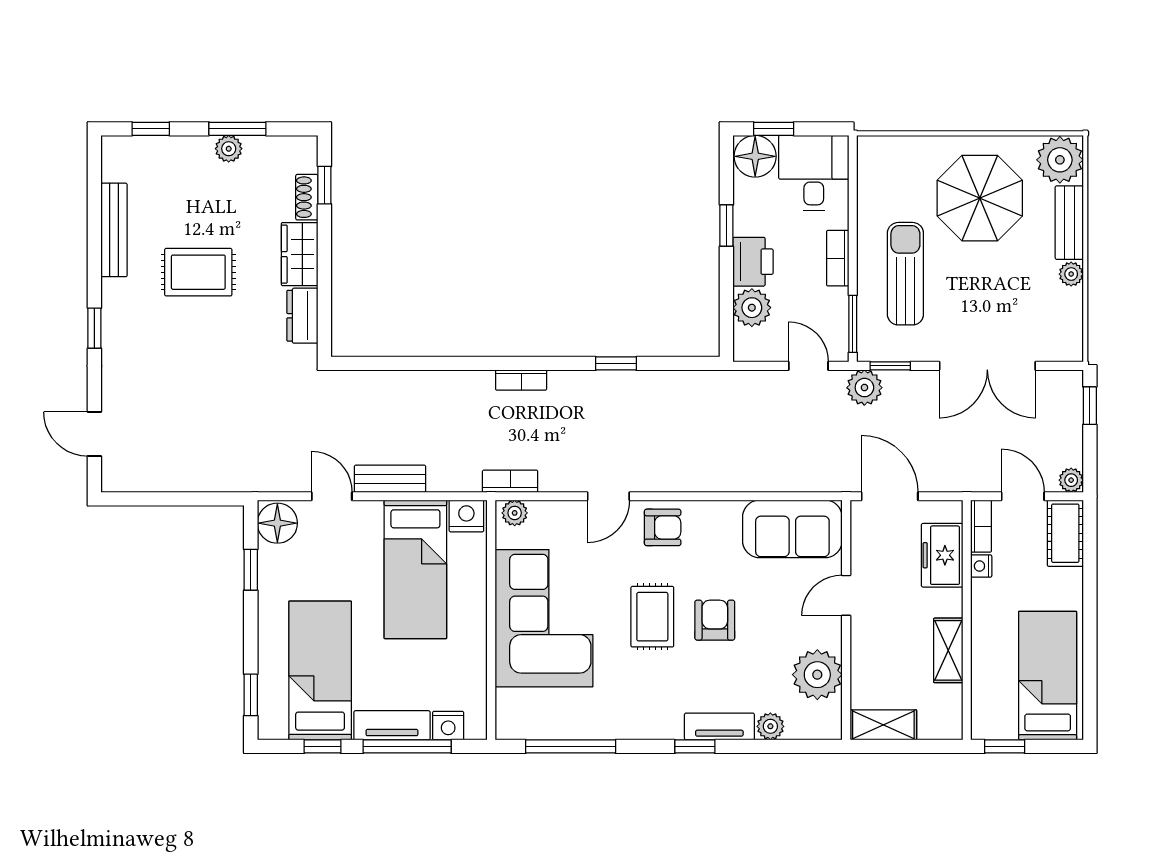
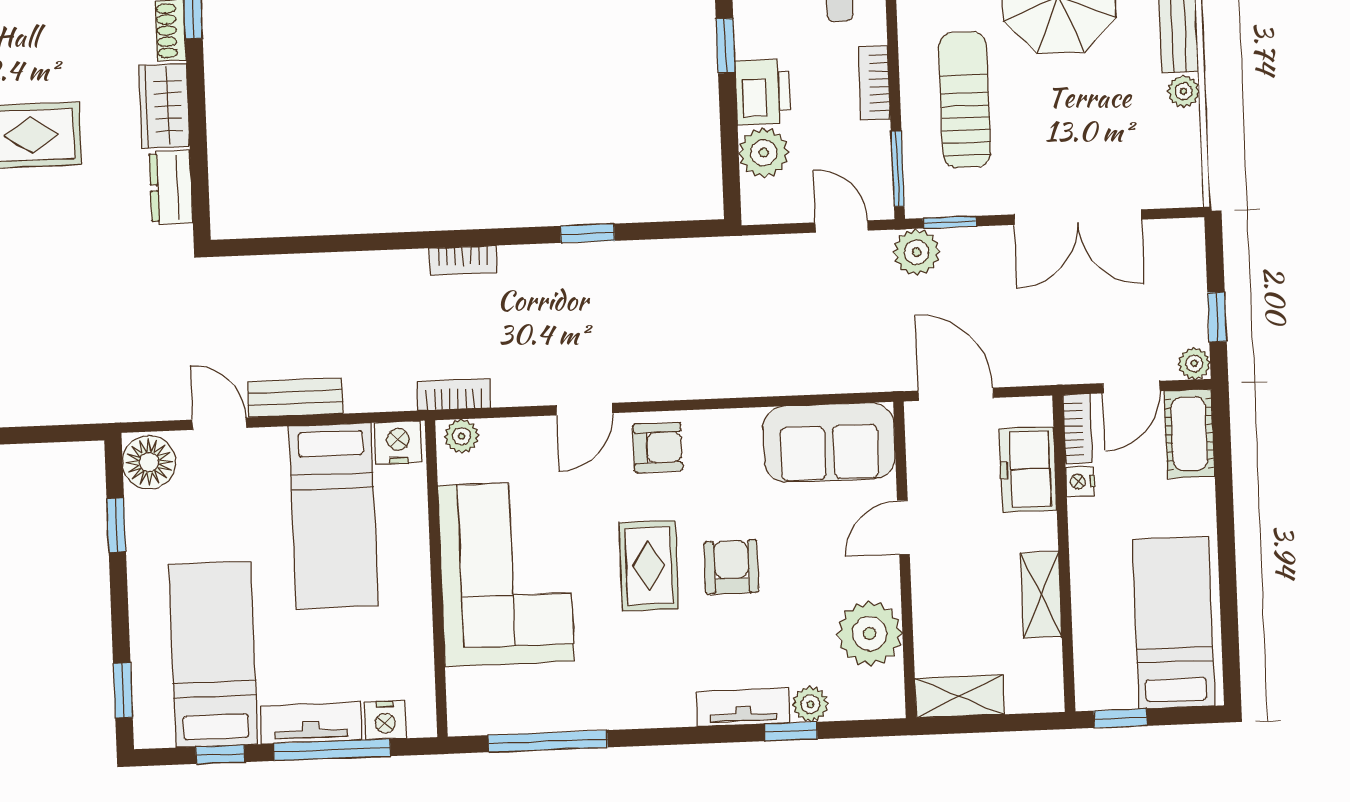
window: (1090, 406) -> (1217, 317), moved
door: (1023, 496) -> (1131, 387), swing flipped
window: (695, 746) -> (791, 731), moved

